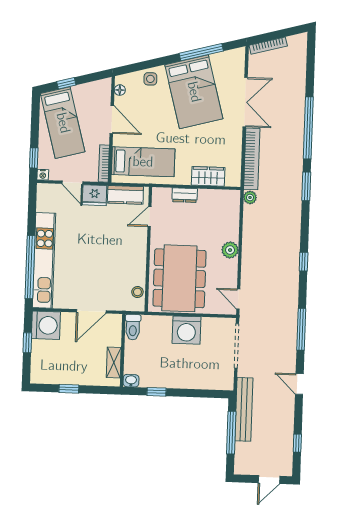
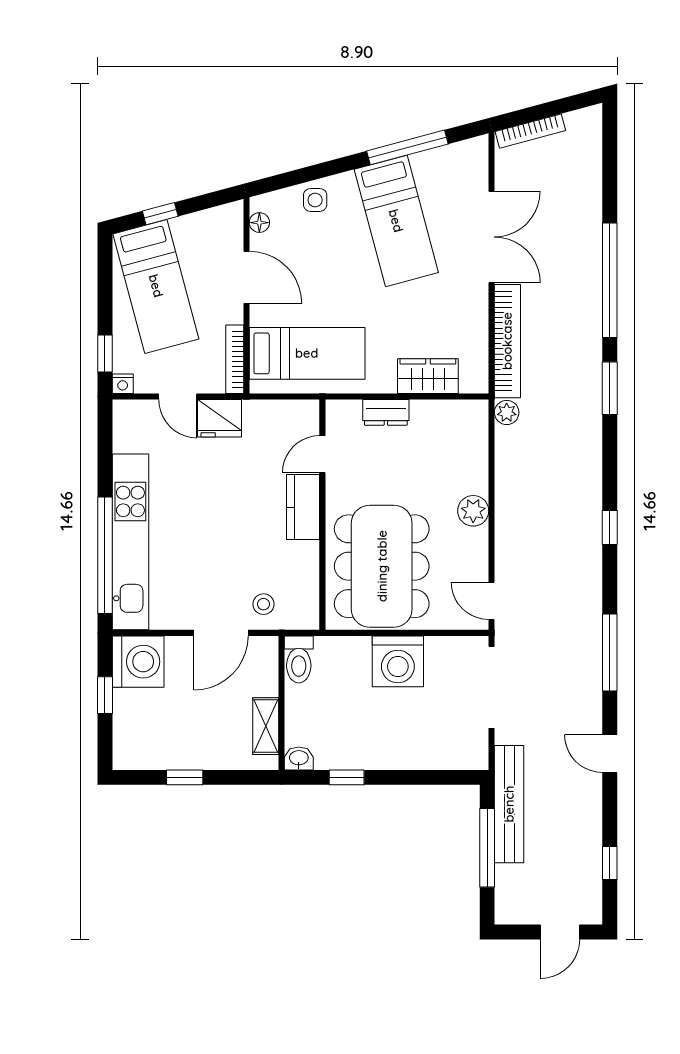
bed: (194, 92) -> (396, 221), width x0.67
kitchen counter: (125, 195) -> (303, 507), moved, turned 90
stool: (137, 292) -> (264, 604), moved

